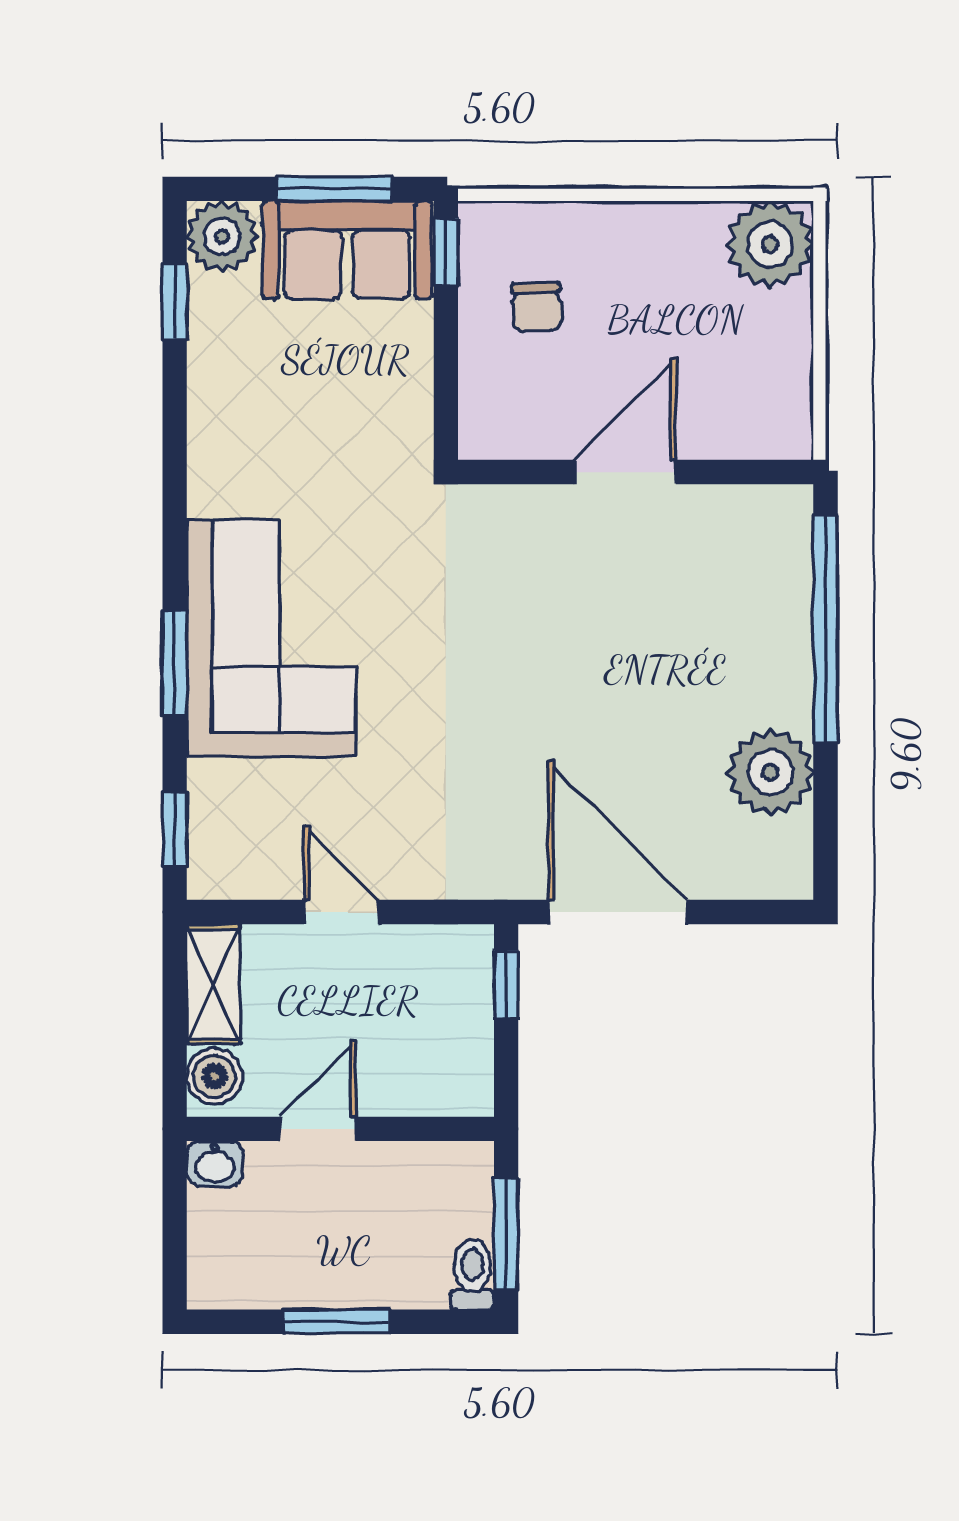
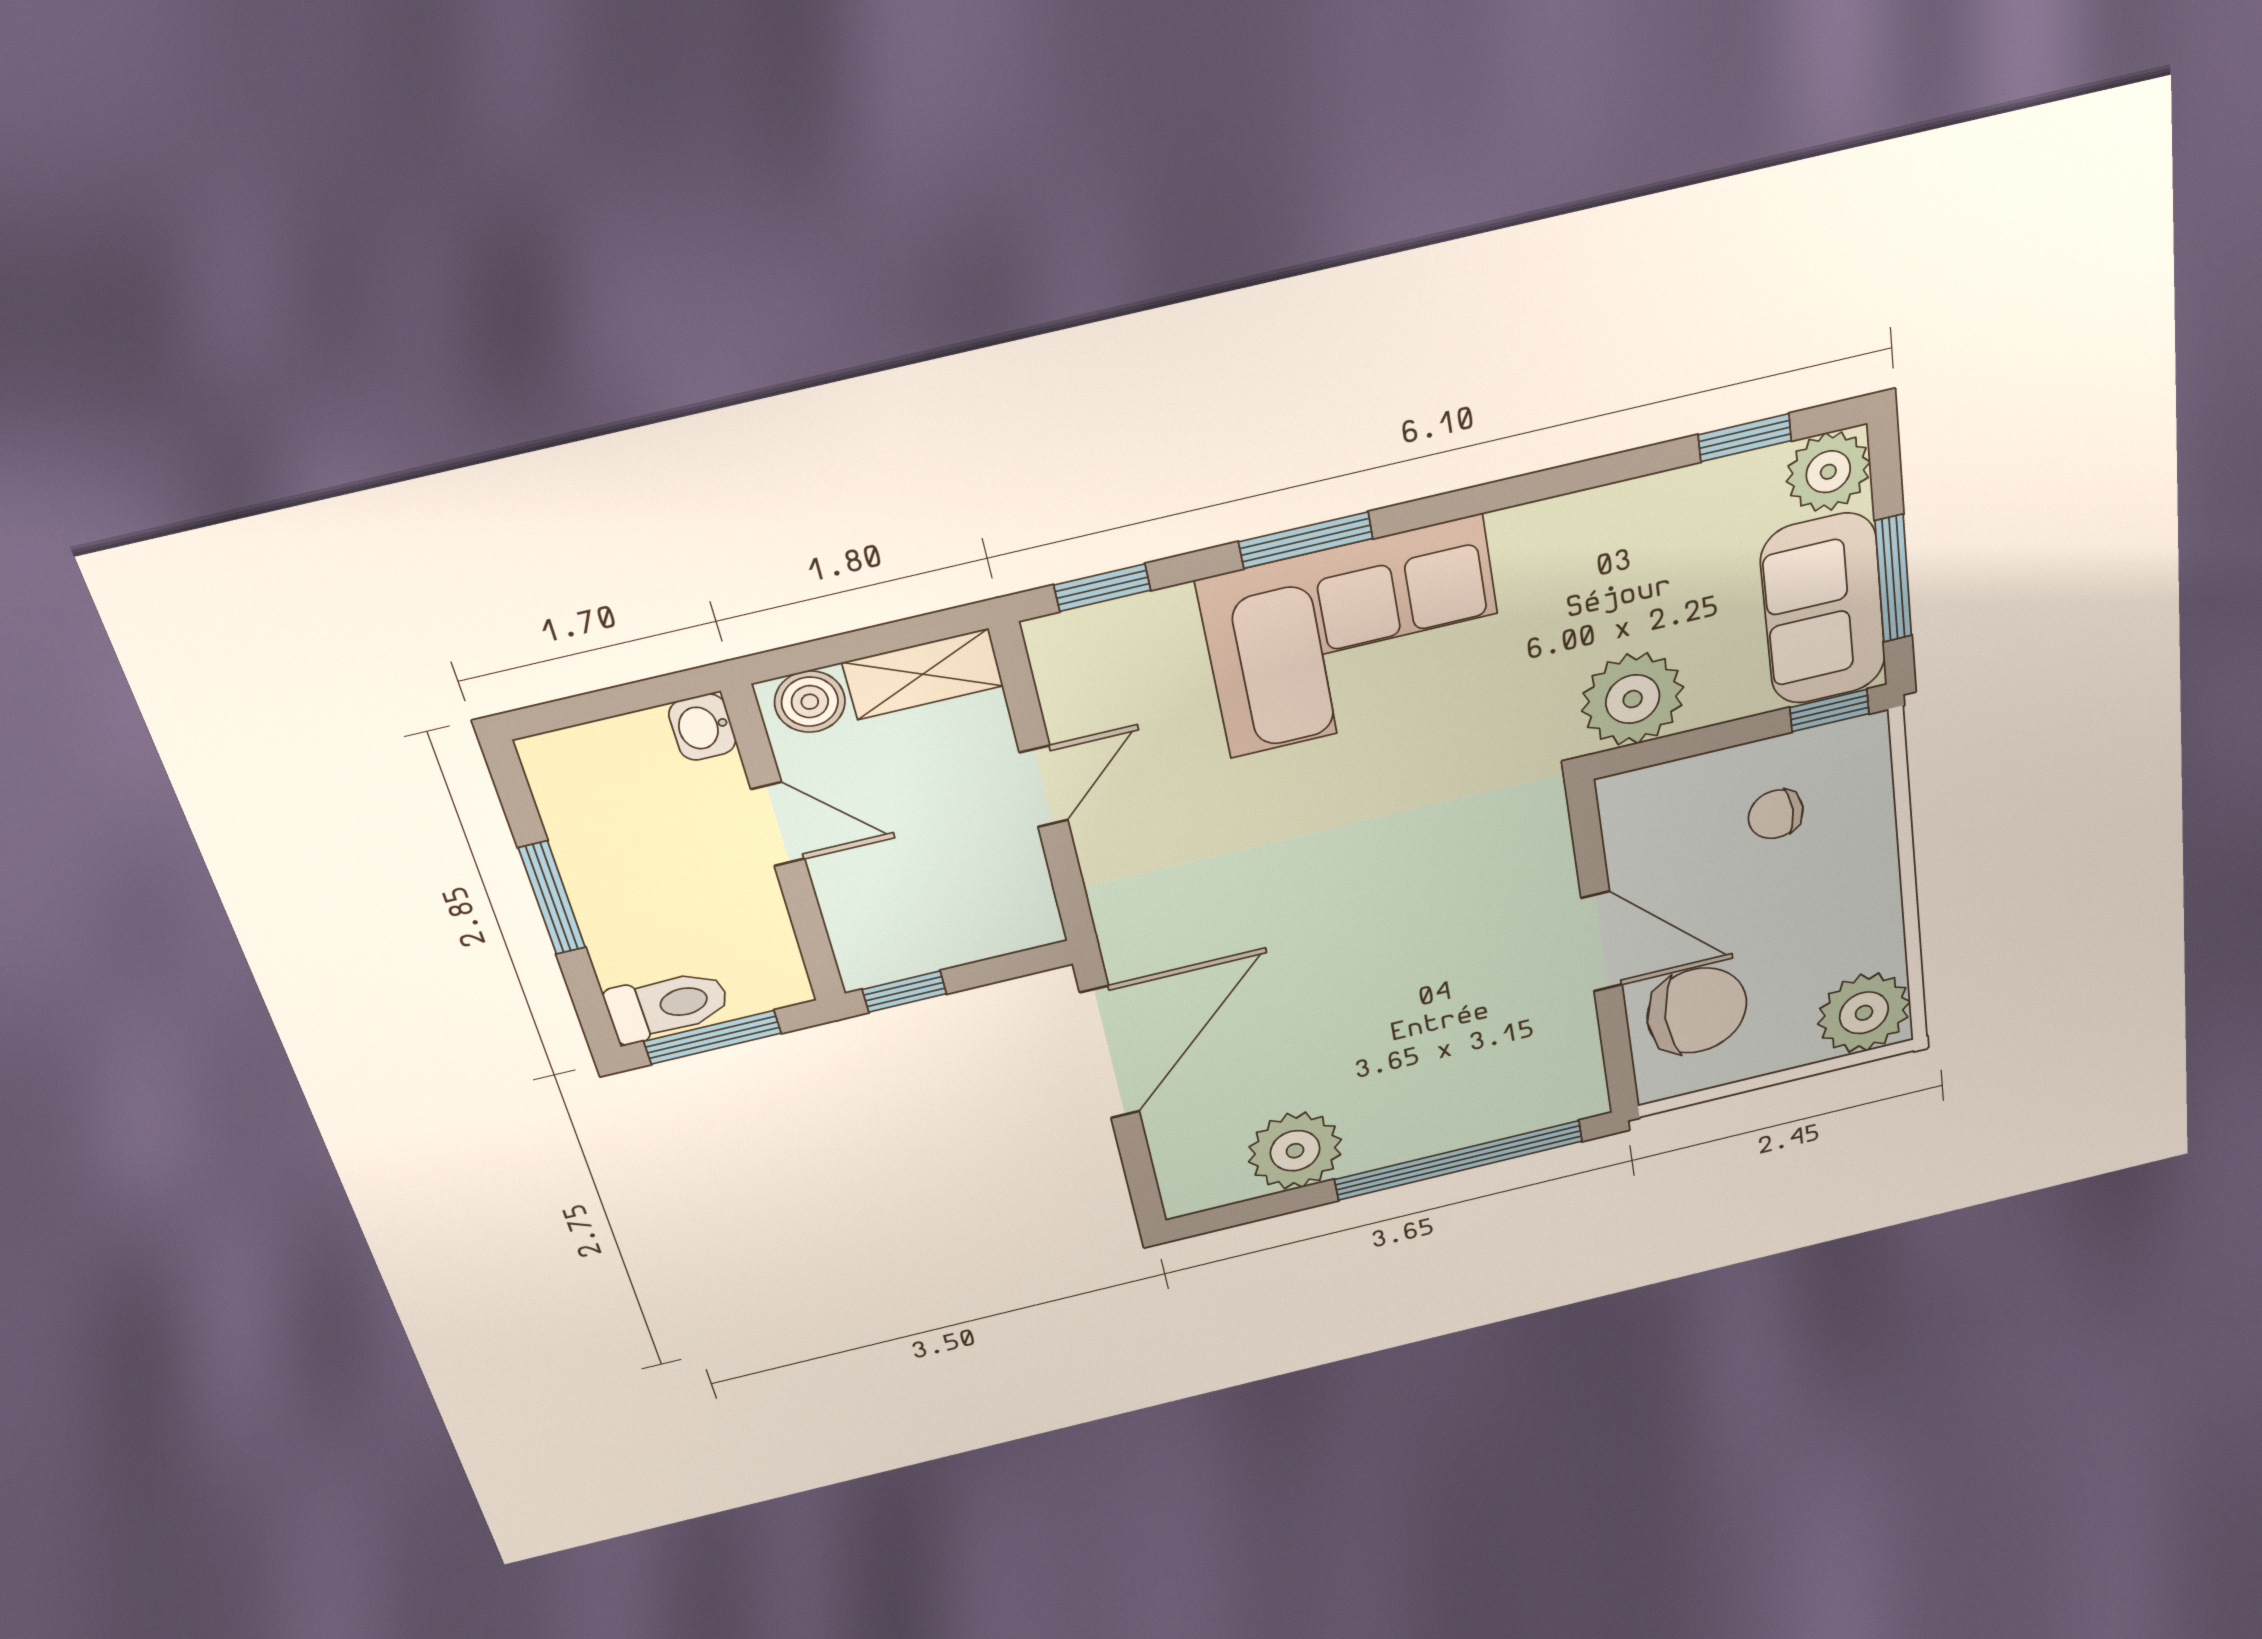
chair: (723, 396) -> (1697, 1011), added
plant: (390, 418) -> (1633, 699), added
window: (506, 985) -> (904, 992), moved
toilet: (472, 1274) -> (668, 1005), width x1.37, depth x1.39

